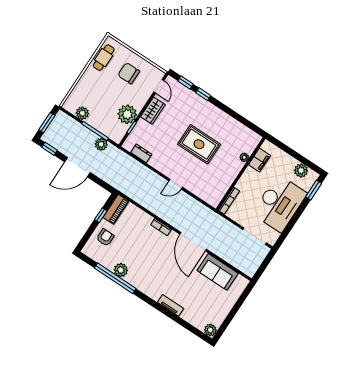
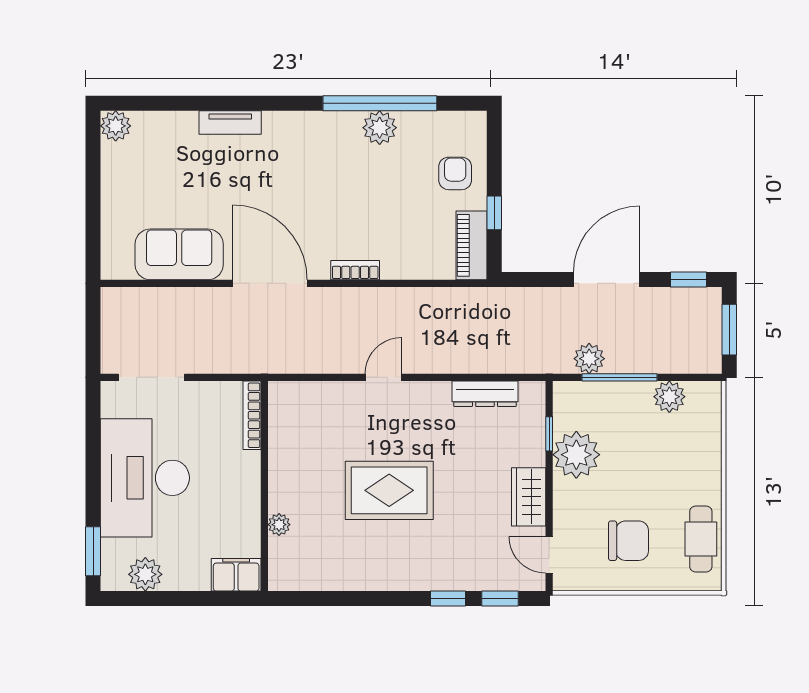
dresser: (141, 153) -> (485, 394), width x1.44
filing cabinet: (259, 160) -> (236, 575), moved, turned 90
armchair: (105, 237) -> (455, 173), turned 180

